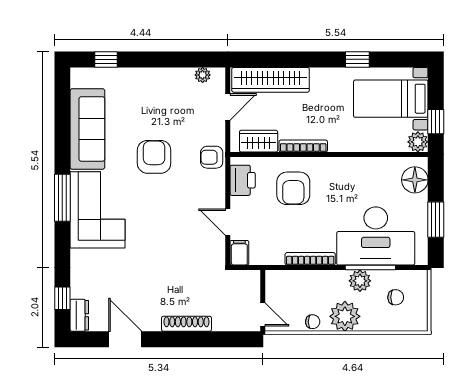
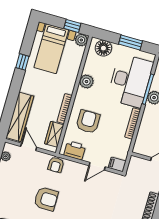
armchair: (154, 157) -> (46, 199), turned 180
plant: (355, 168) -> (86, 82), added
armchair: (293, 188) -> (88, 122), turned -90

